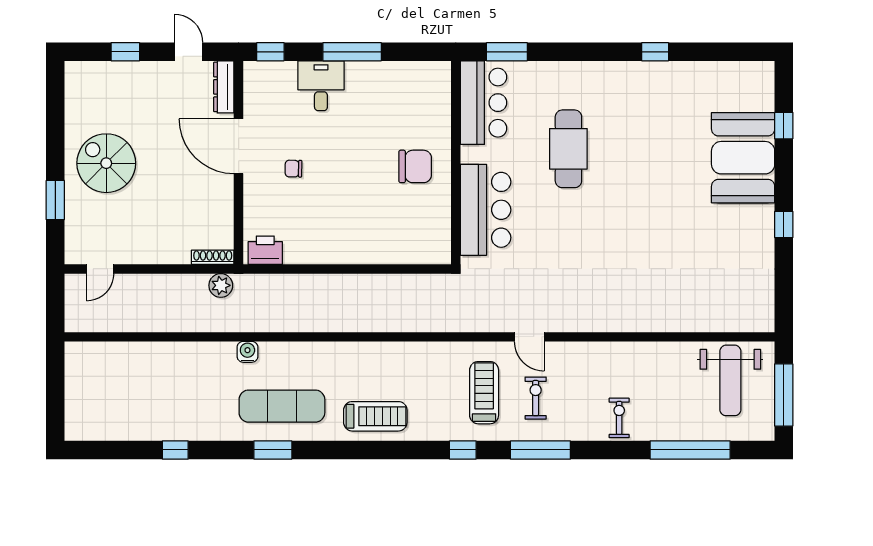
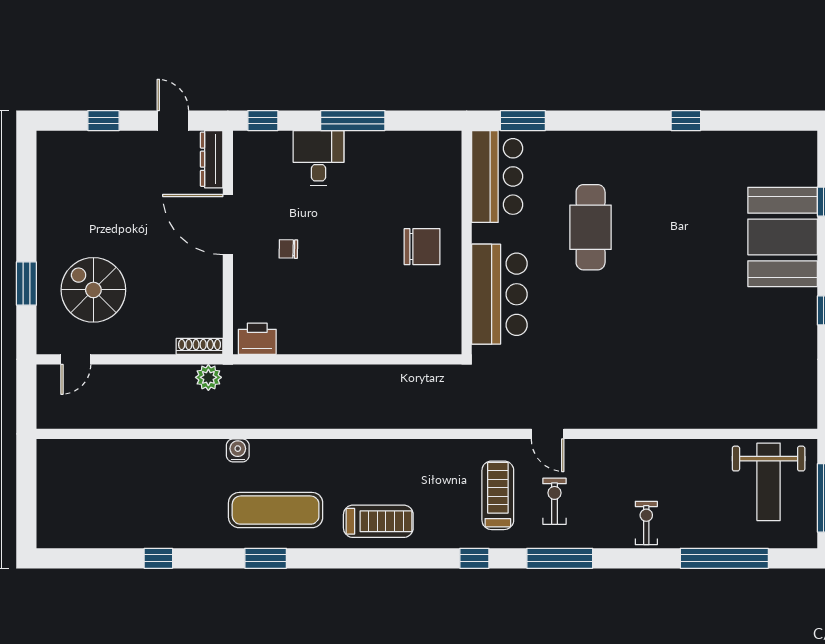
spiral stairs: (106, 163) -> (93, 290), moved

